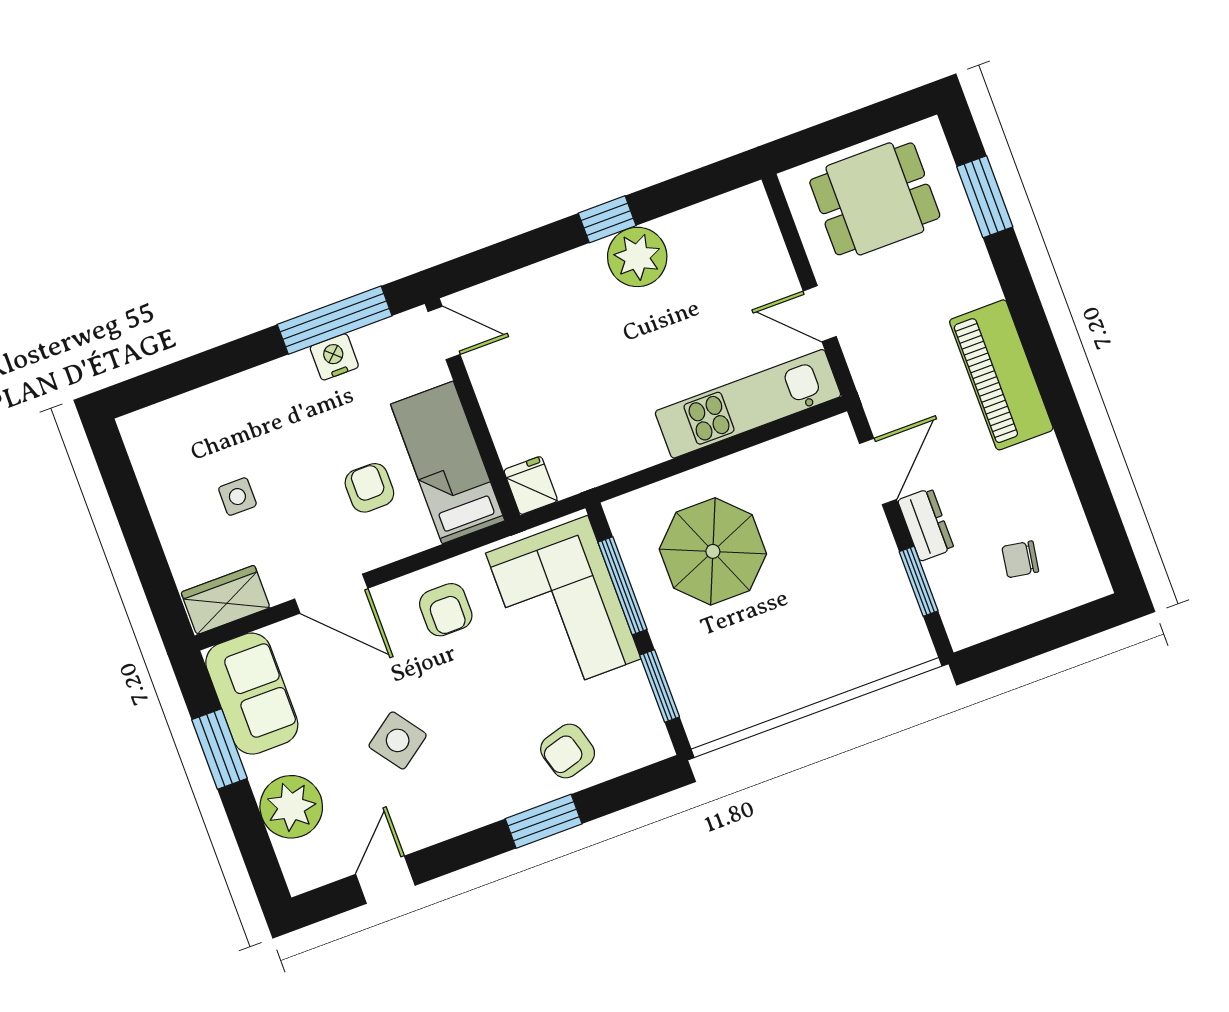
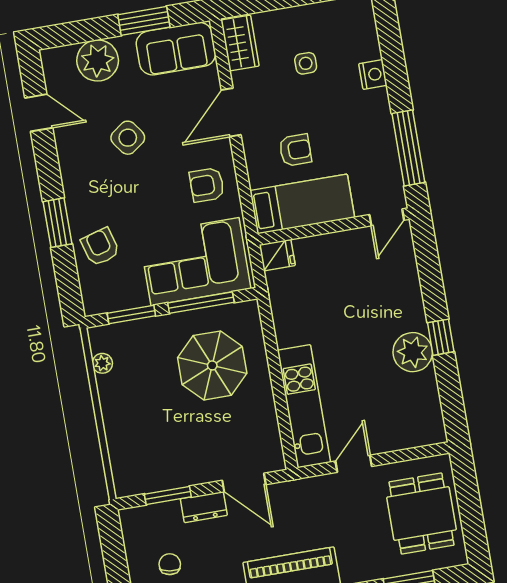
nightstand: (334, 357) -> (373, 75), moved
plant: (740, 715) -> (102, 363), added

